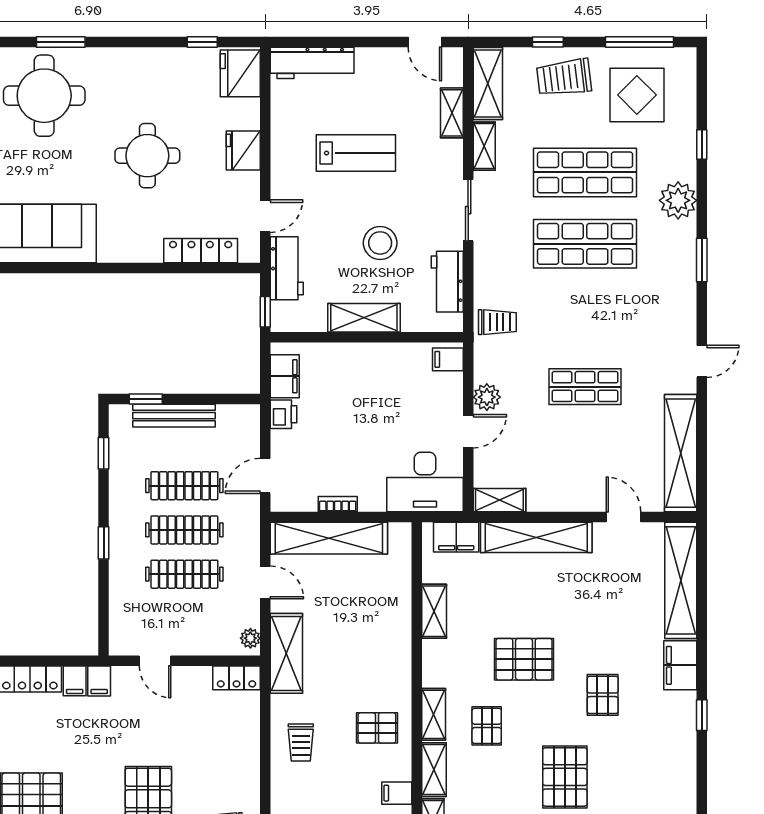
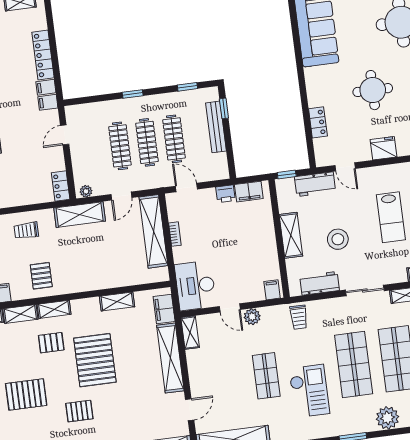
locker: (201, 251) -> (318, 122), width x0.66
checkout: (618, 321) -> (309, 391), added
pallet: (524, 659) -> (95, 360), width x1.37, depth x1.41

